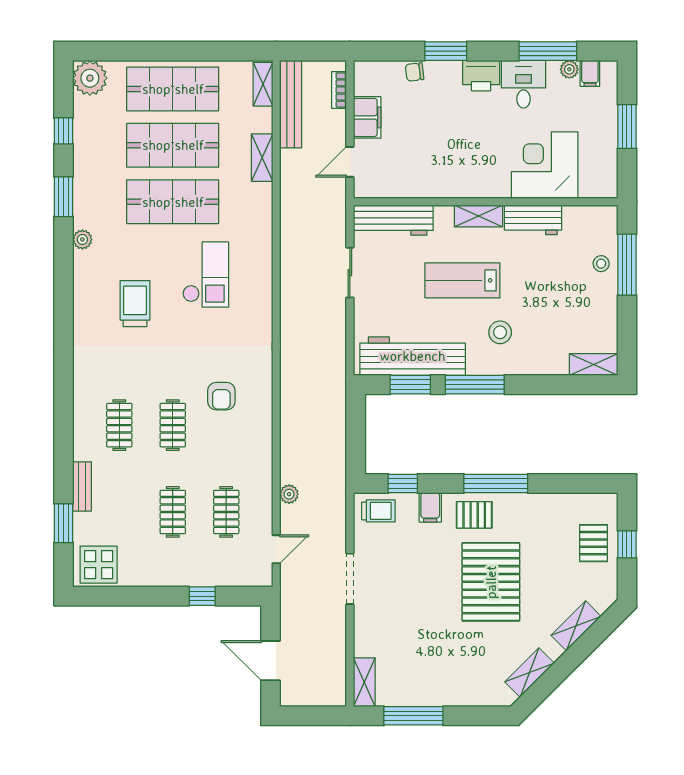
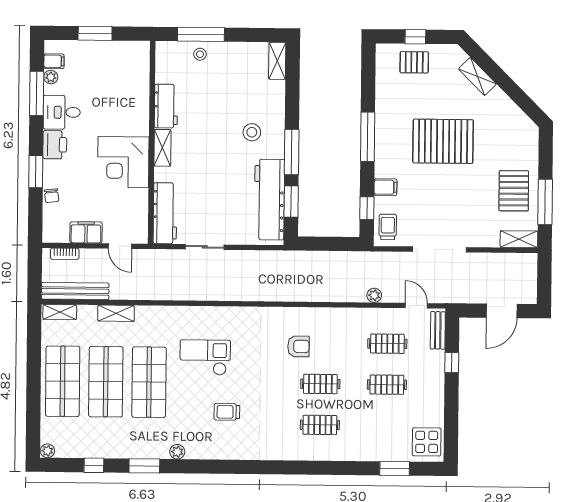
plant: (90, 78) -> (47, 451), width x0.53, depth x0.53
corner desk: (545, 165) -> (123, 162), moved
lab bench: (462, 280) -> (212, 161), removed
trolley: (135, 304) -> (227, 412), width x0.73, depth x0.72
bench: (82, 486) -> (438, 330), moved, turned 90
pallet: (474, 515) -> (514, 191), moved, width x1.50, depth x1.42
doorway: (350, 579) -> (440, 249), width x1.36
shelving: (530, 672) -> (513, 112), removed

